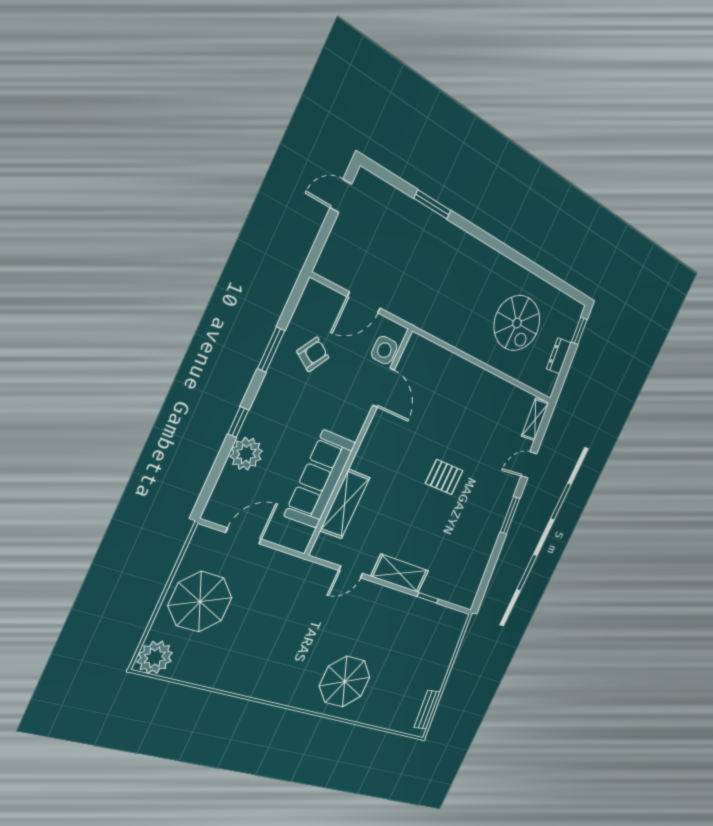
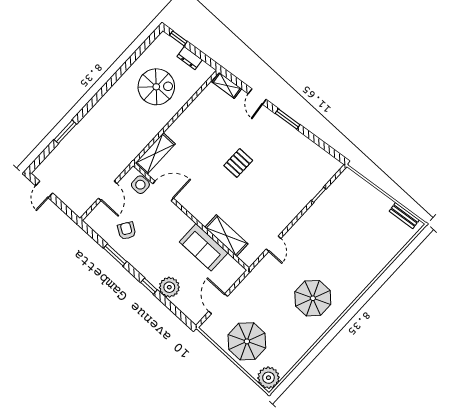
sofa: (320, 479) -> (204, 247), width x0.73
shelving: (400, 573) -> (155, 154), moved
parasol: (345, 682) -> (313, 298), moved

